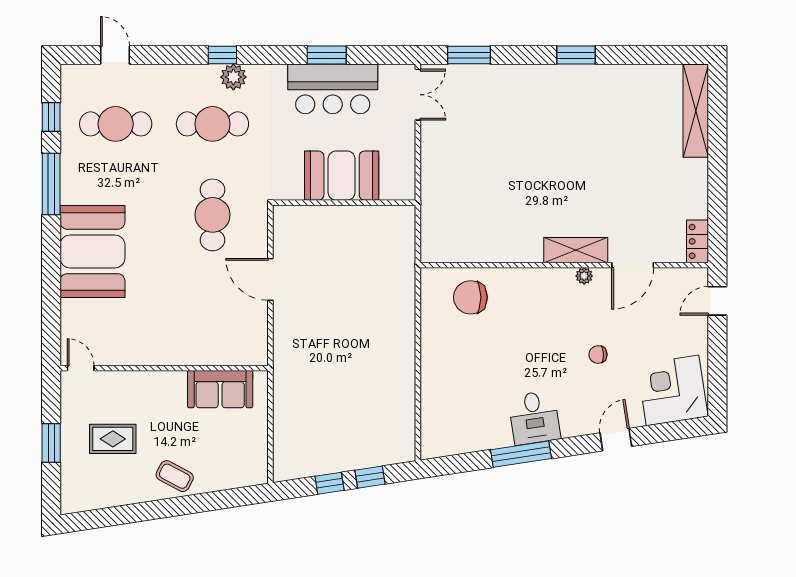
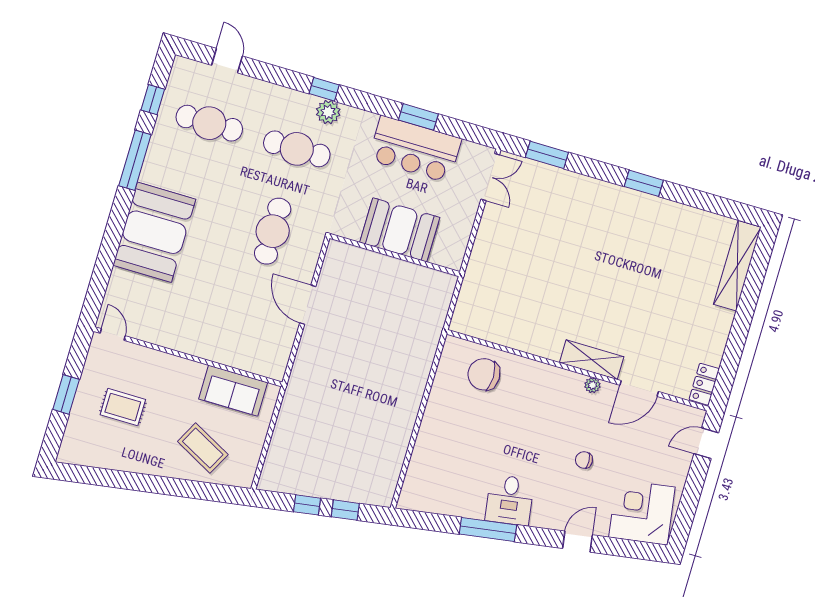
coffee table: (175, 476) -> (203, 448), moved, width x1.36, depth x1.30

